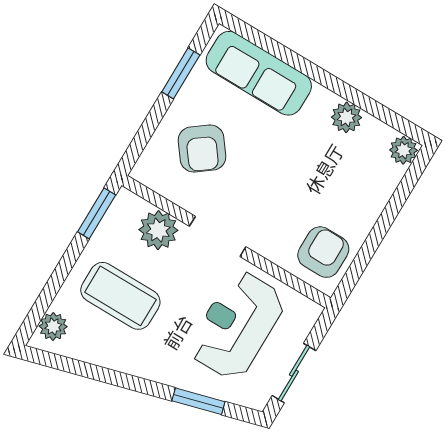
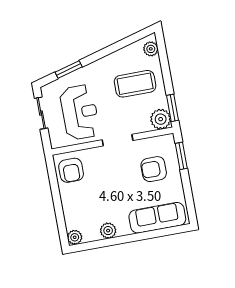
window: (181, 73) -> (181, 156), moved
armchair: (202, 149) -> (154, 169), turned -53
plant: (158, 230) -> (161, 119), moved

